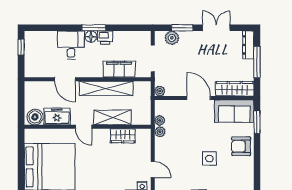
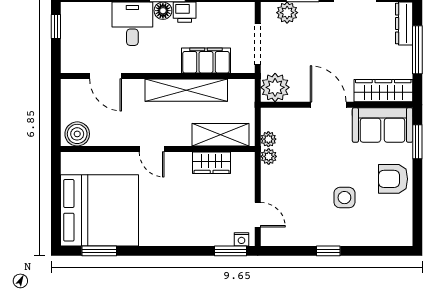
door: (65, 79) -> (106, 76), moved
plant: (160, 91) -> (275, 87), width x1.88, depth x1.88
freezer: (57, 116) -> (111, 133), removed
shelving: (112, 117) -> (221, 135), moved

